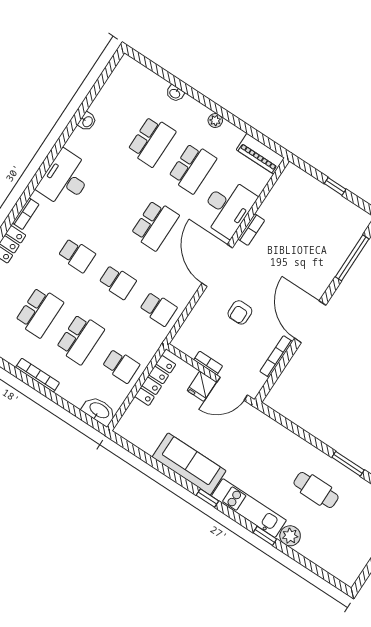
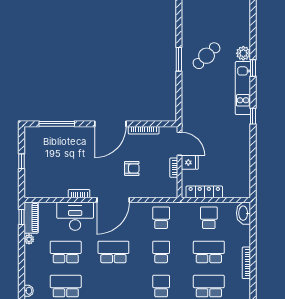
plant: (215, 121) -> (29, 239), moved
window: (269, 143) -> (22, 217), added
sofa: (189, 464) -> (240, 140), removed
window: (348, 464) -> (179, 59), moved
cafe table: (316, 490) -> (207, 56), turned 46

